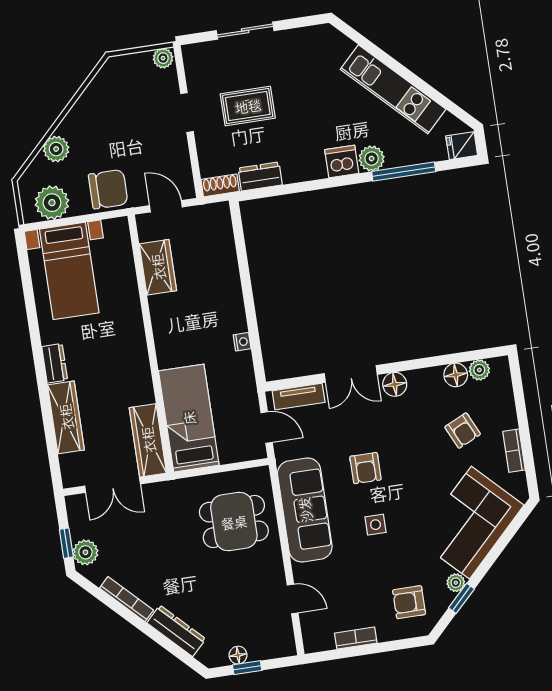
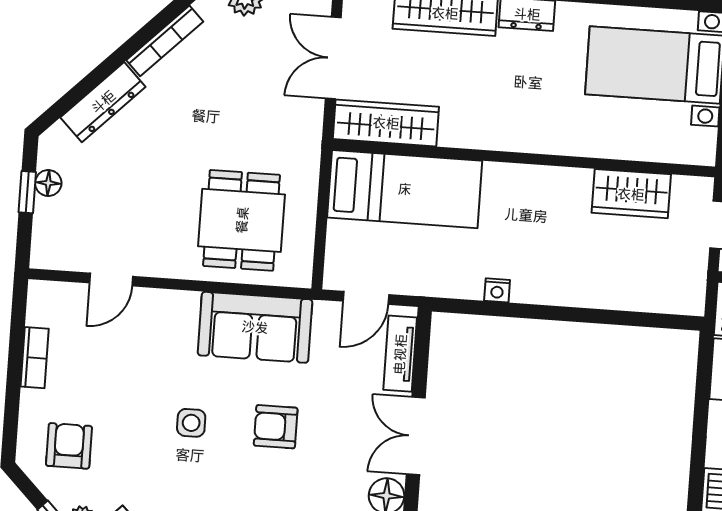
sofa: (305, 510) -> (255, 327), width x0.73

